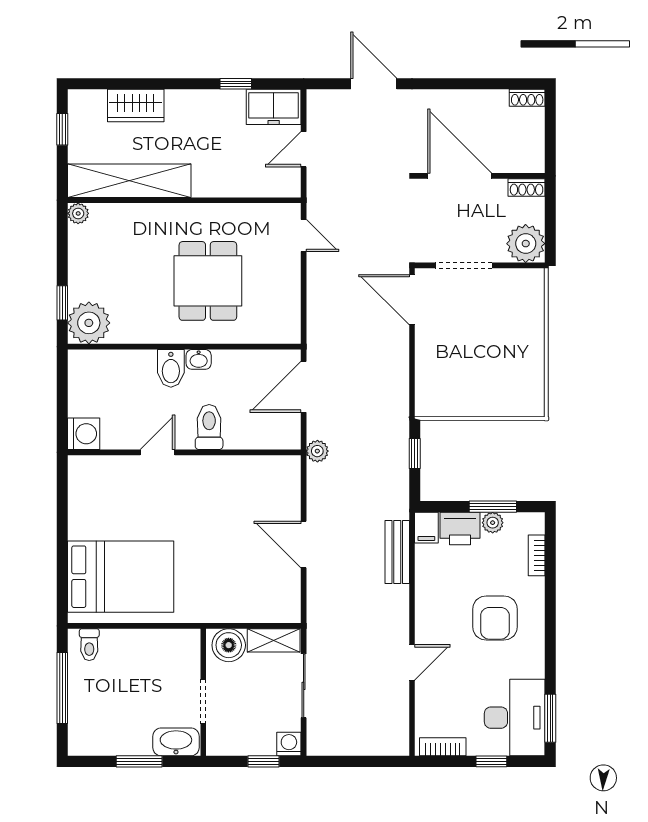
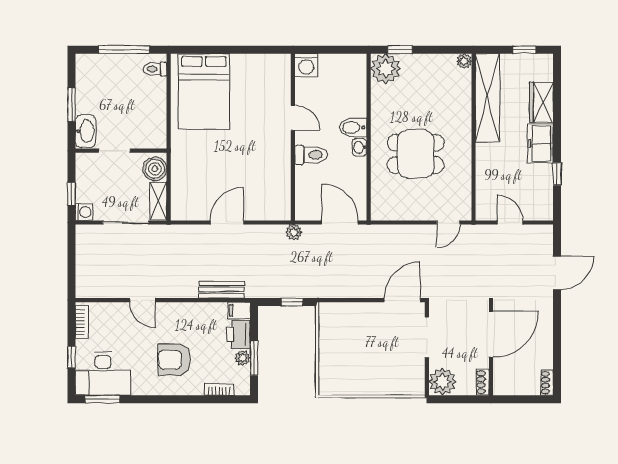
freezer: (274, 107) -> (540, 143), moved

